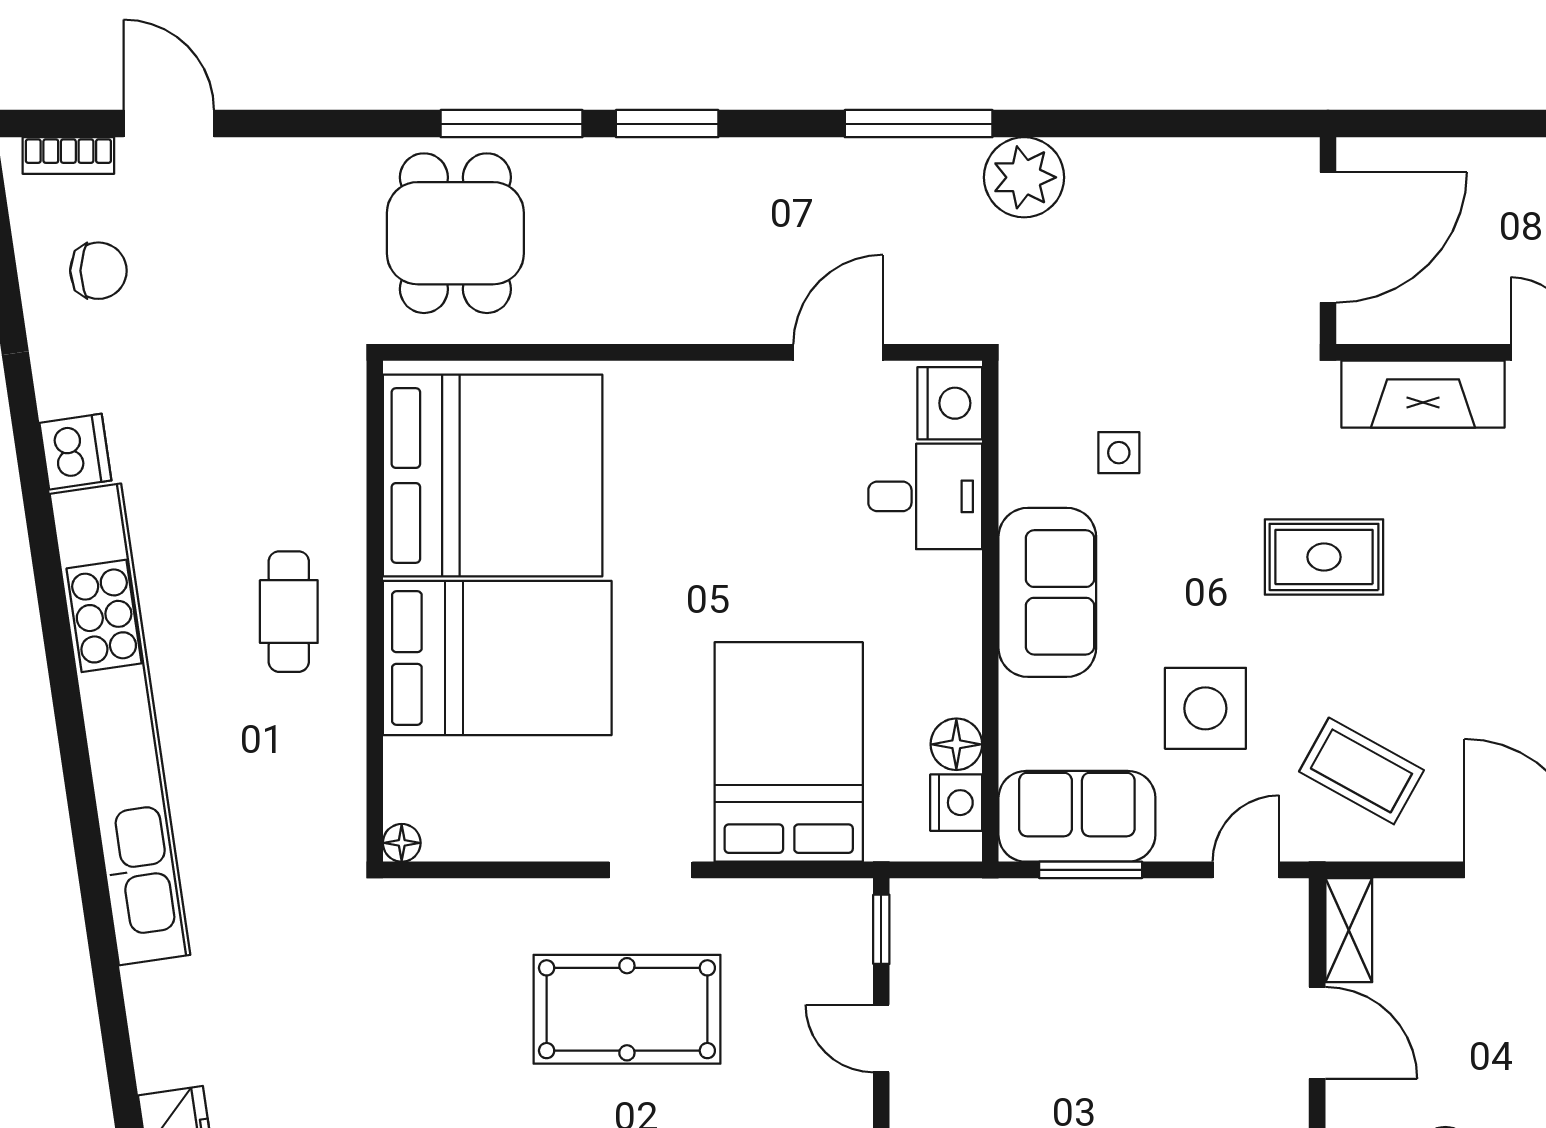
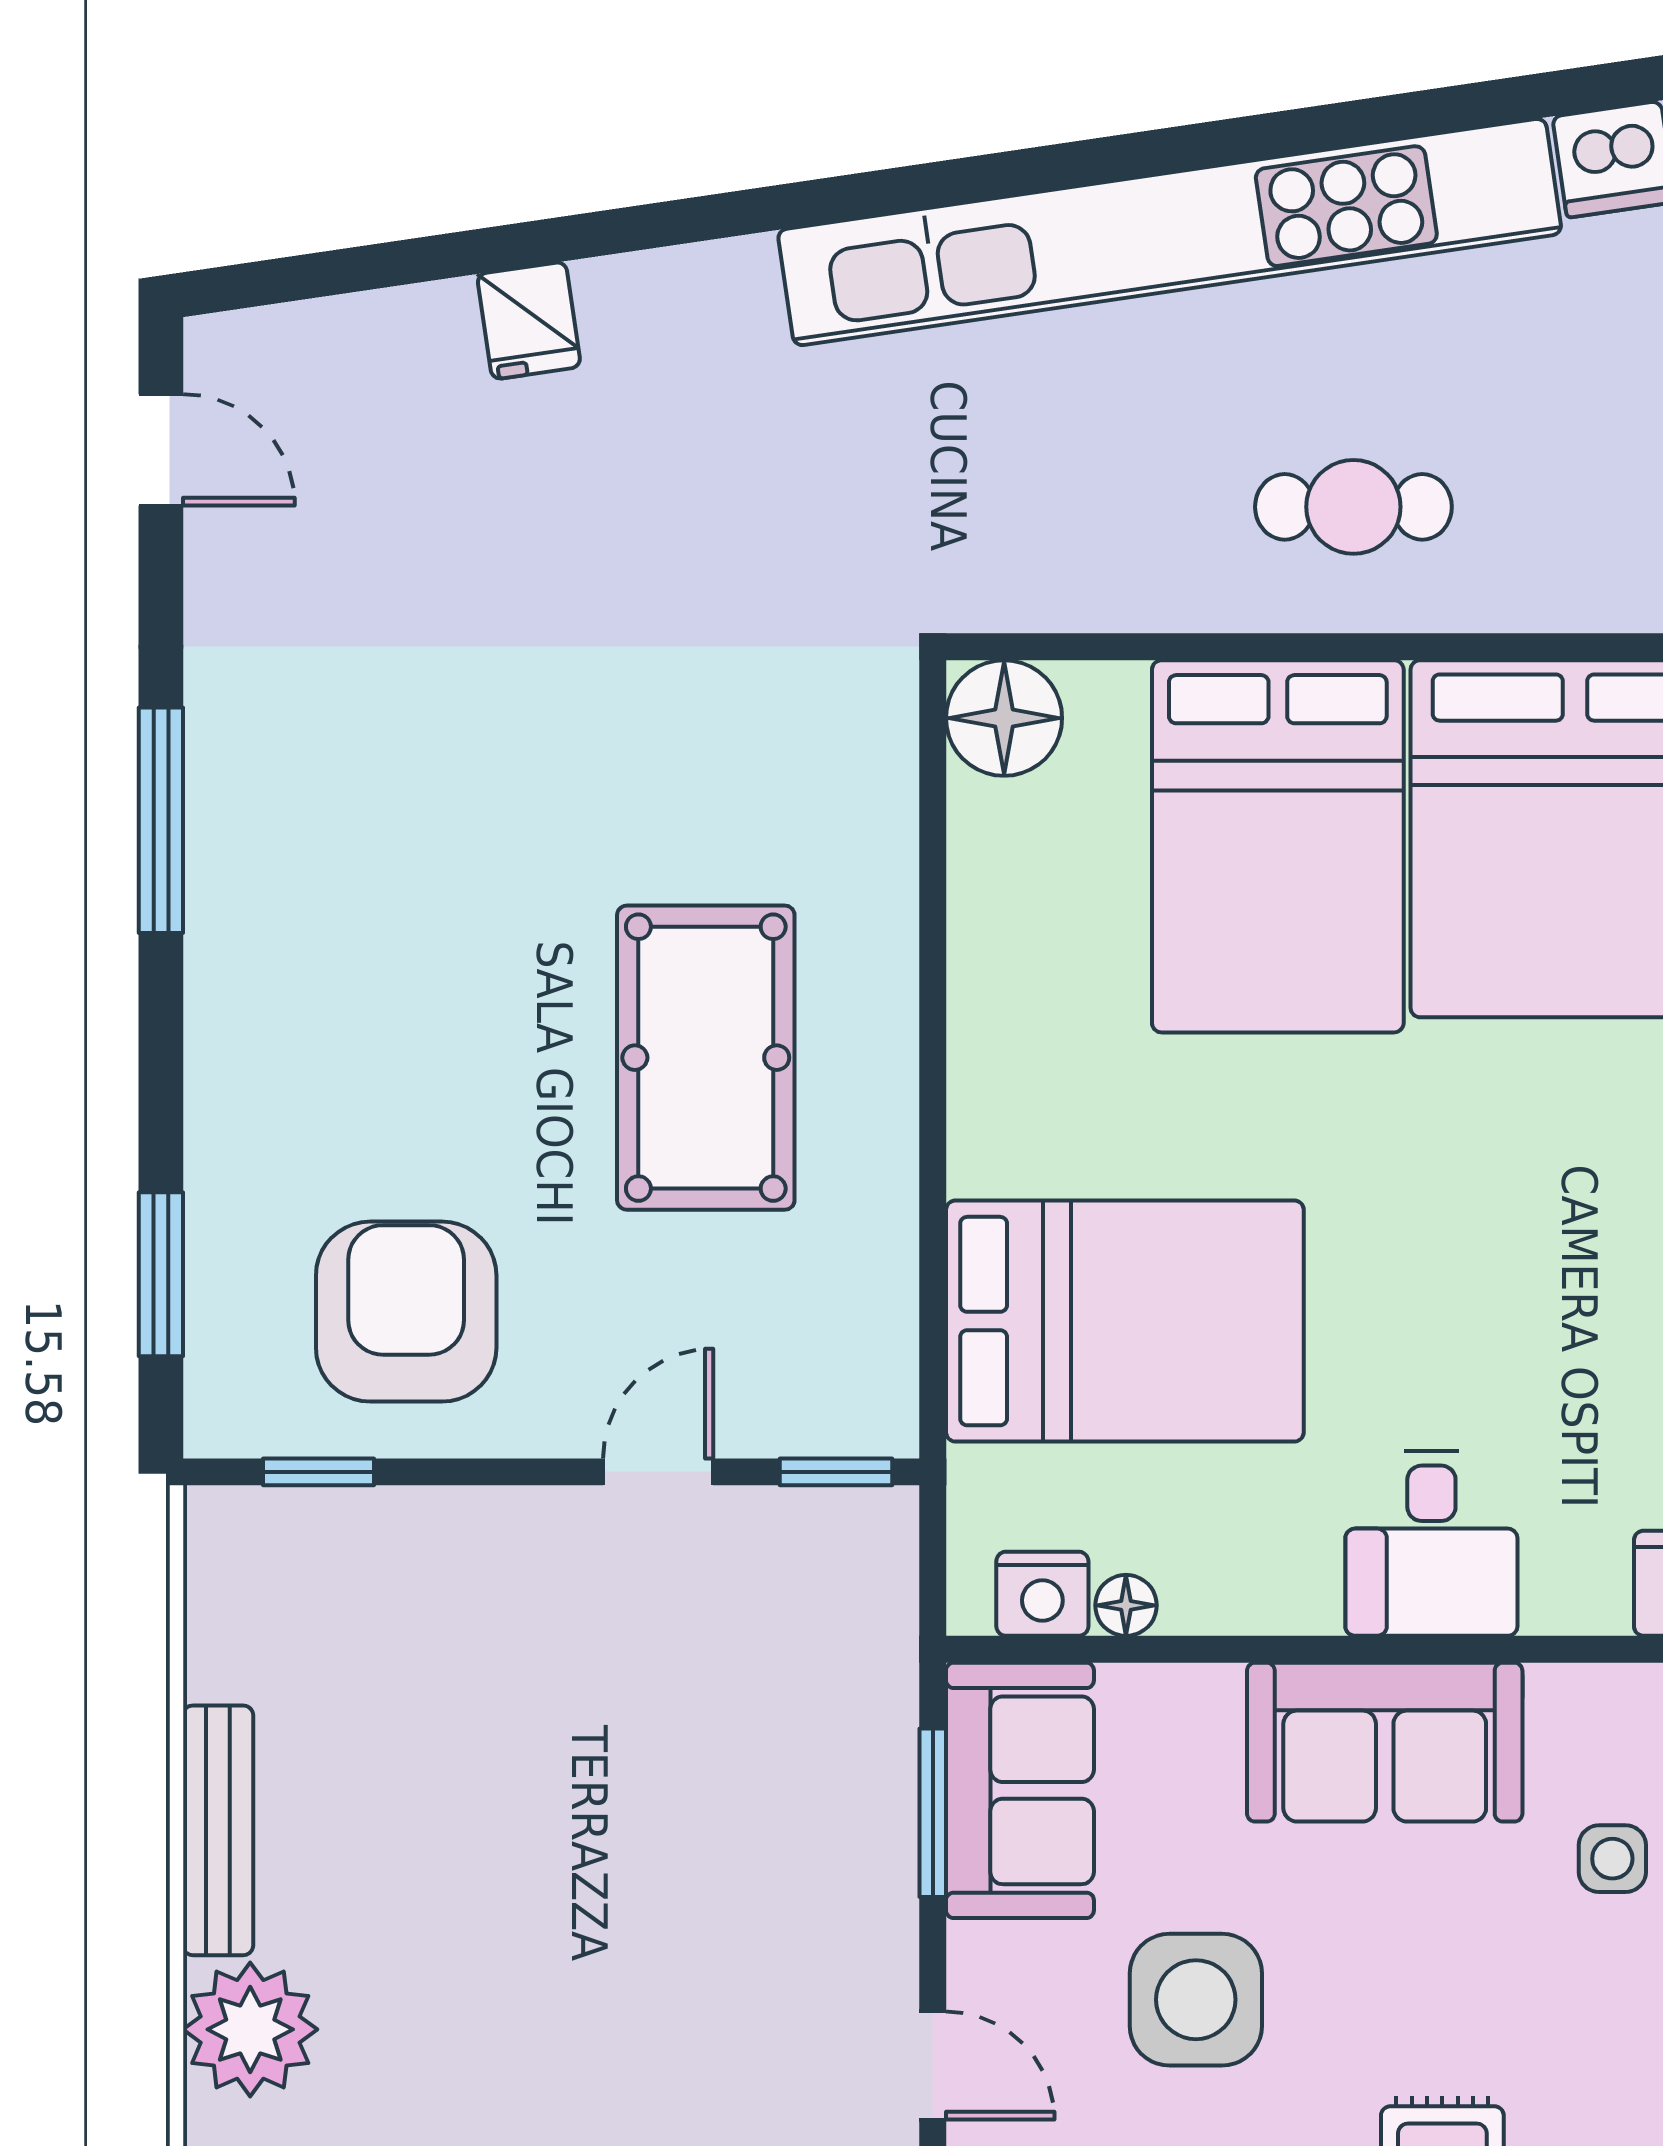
desk: (925, 496) -> (1431, 1543), moved
floor lamp: (956, 744) -> (1126, 1605), width x0.73, depth x0.73
floor lamp: (402, 843) -> (1004, 718), width x1.89, depth x1.89
doorway: (651, 870) -> (933, 1096), removed

